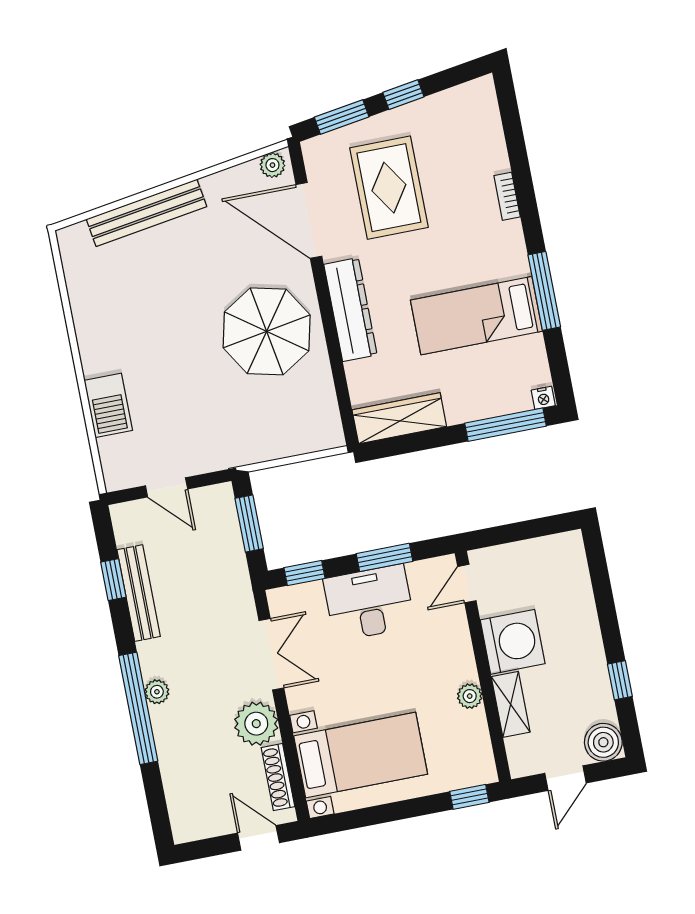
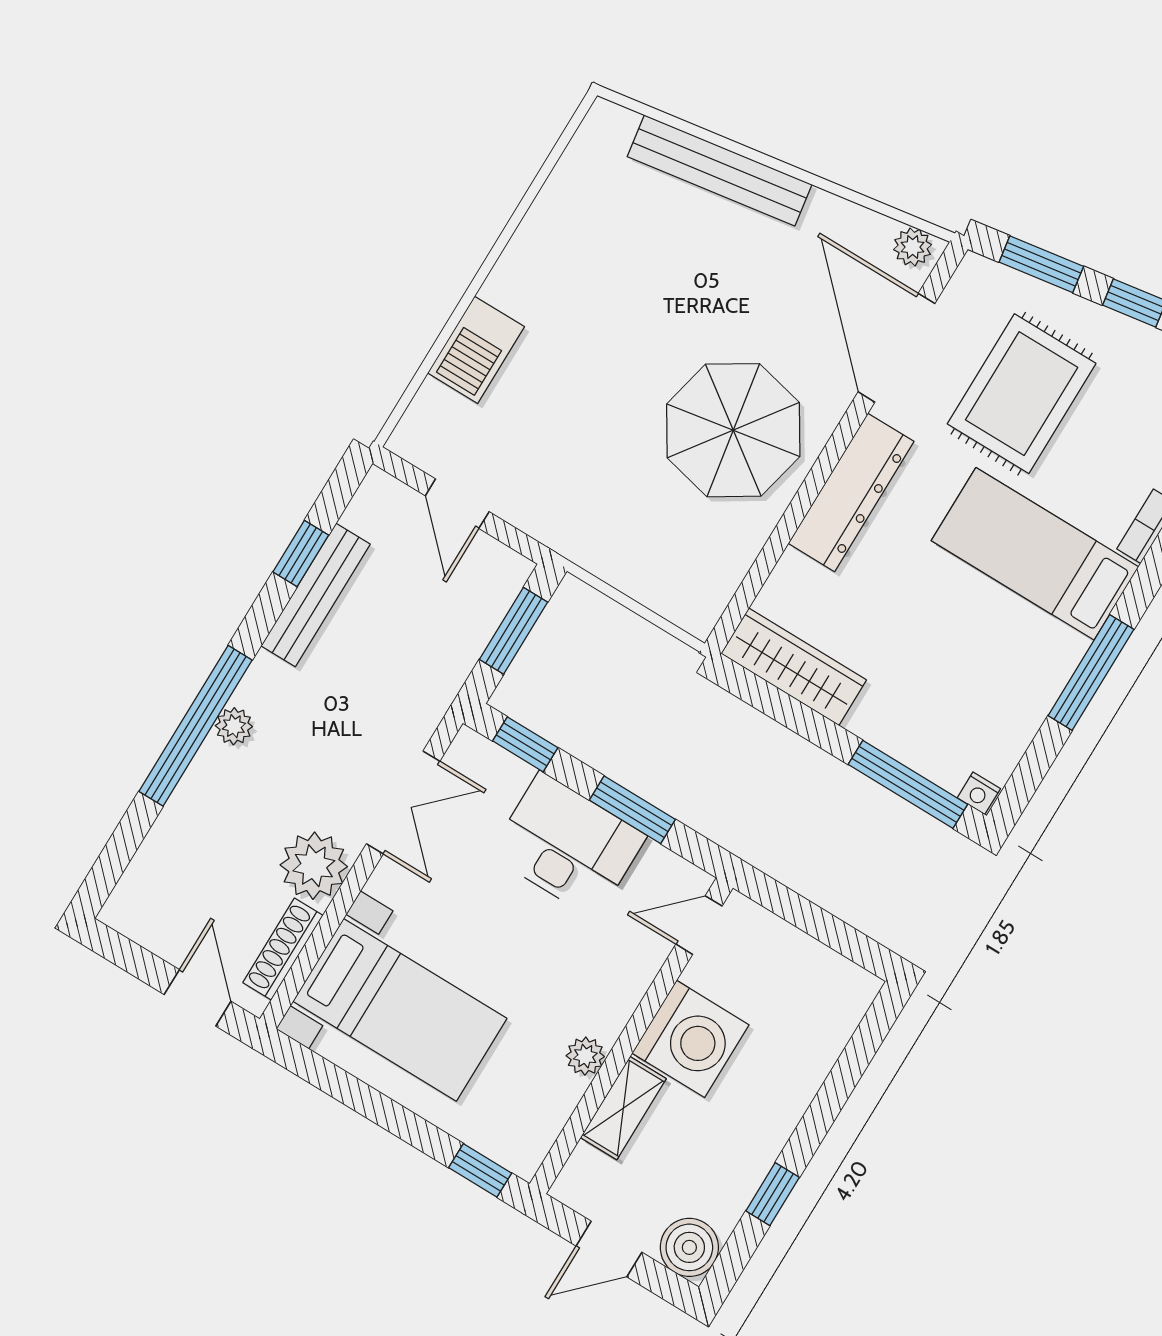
bed: (476, 316) -> (1035, 554), moved

